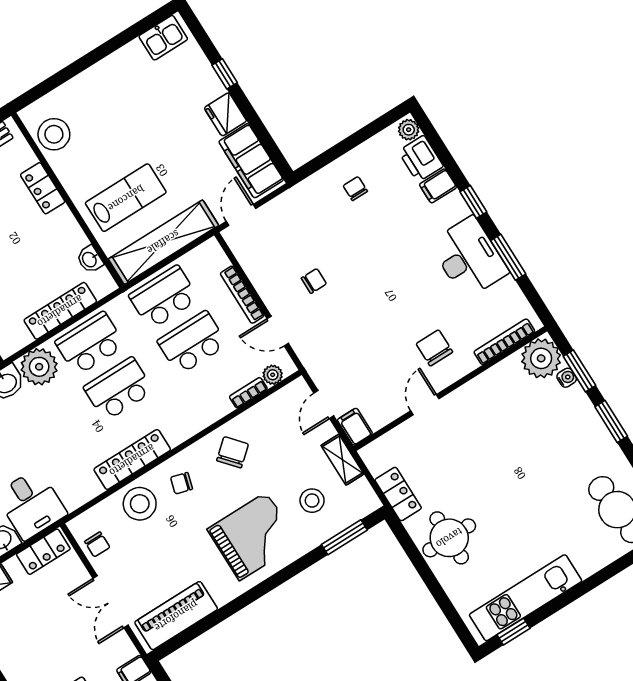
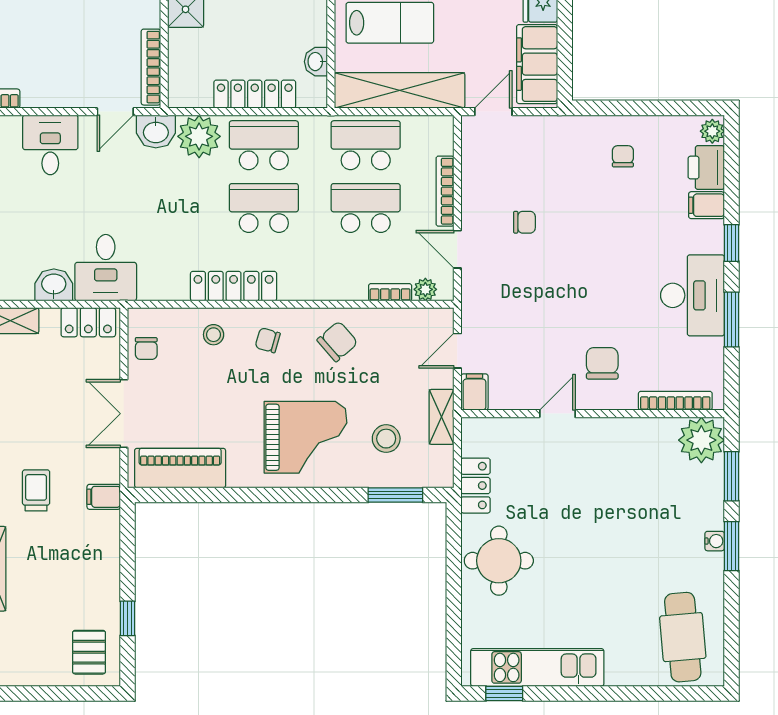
water cooler: (567, 378) -> (715, 541), moved
stool: (140, 504) -> (214, 335), width x0.53, depth x0.53

